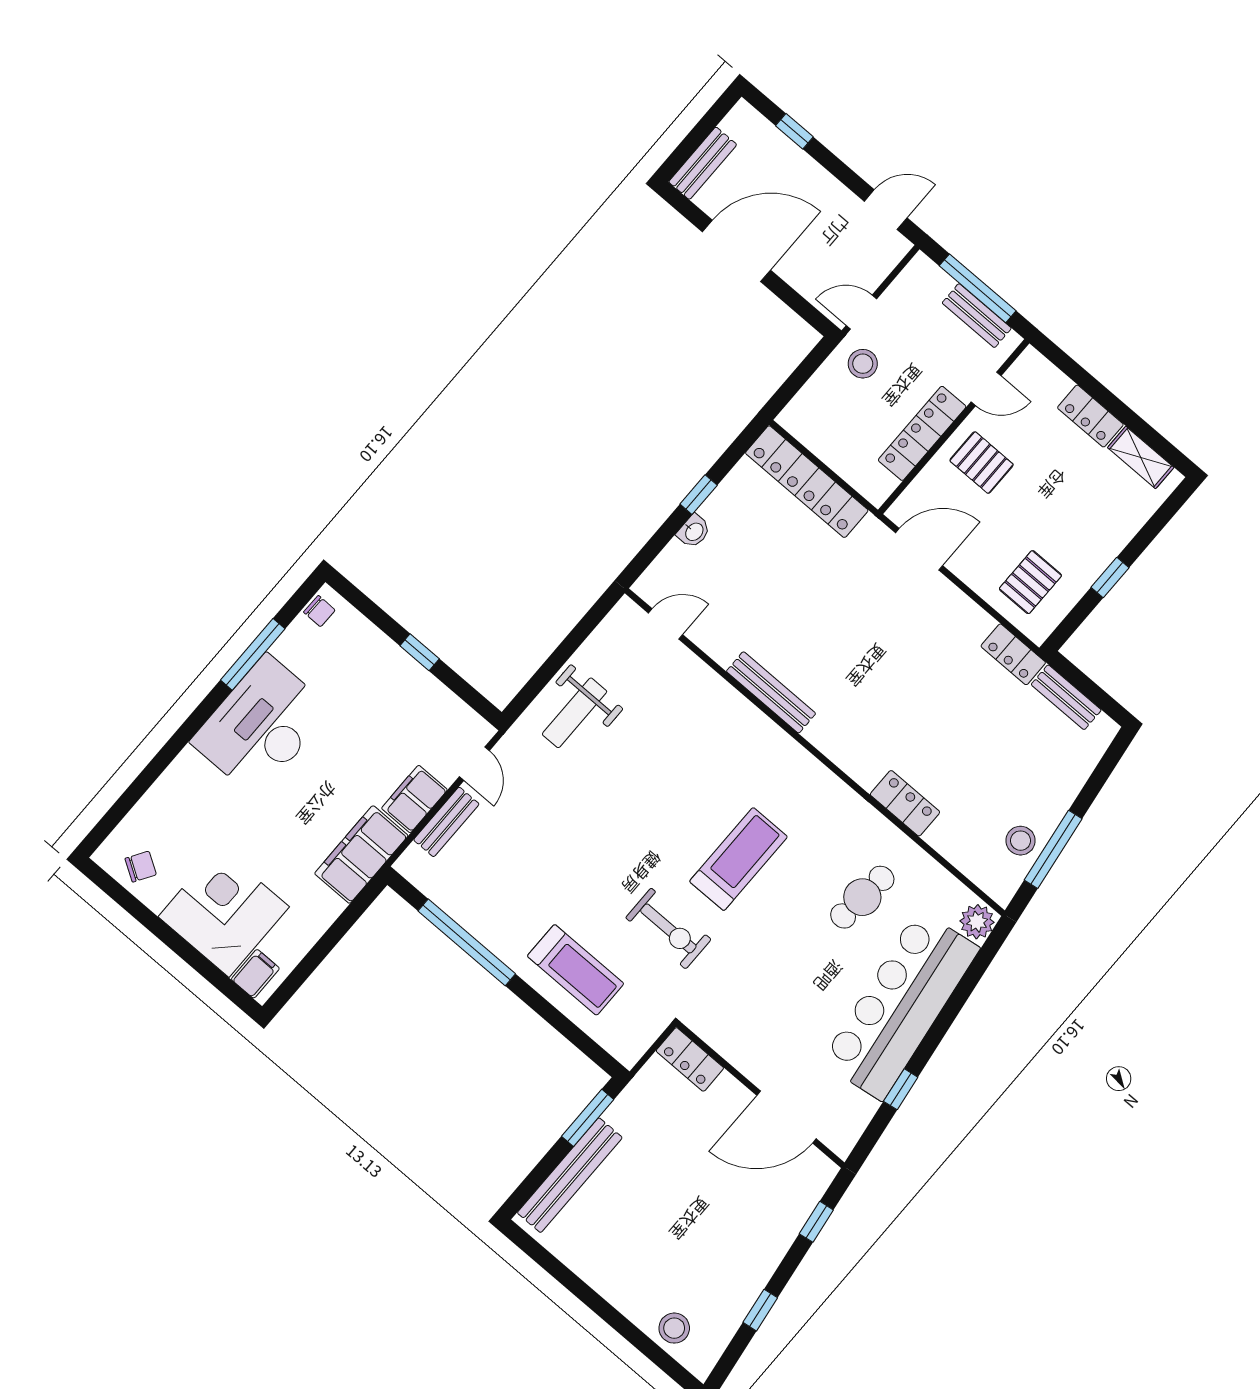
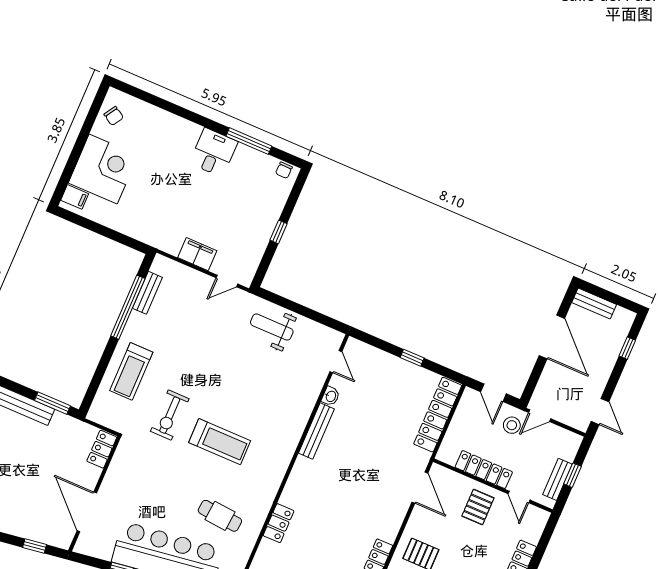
window: (978, 288) -> (573, 475), width x0.46
door: (861, 312) -> (540, 416), swing flipped
door: (799, 377) -> (493, 393), added
washbasin: (694, 531) -> (331, 396), moved, turned -90
desk: (261, 726) -> (214, 152), width x0.53, depth x0.77
bench: (446, 822) -> (147, 293), moved, turned 90
filing cabinet: (361, 855) -> (158, 235), removed

